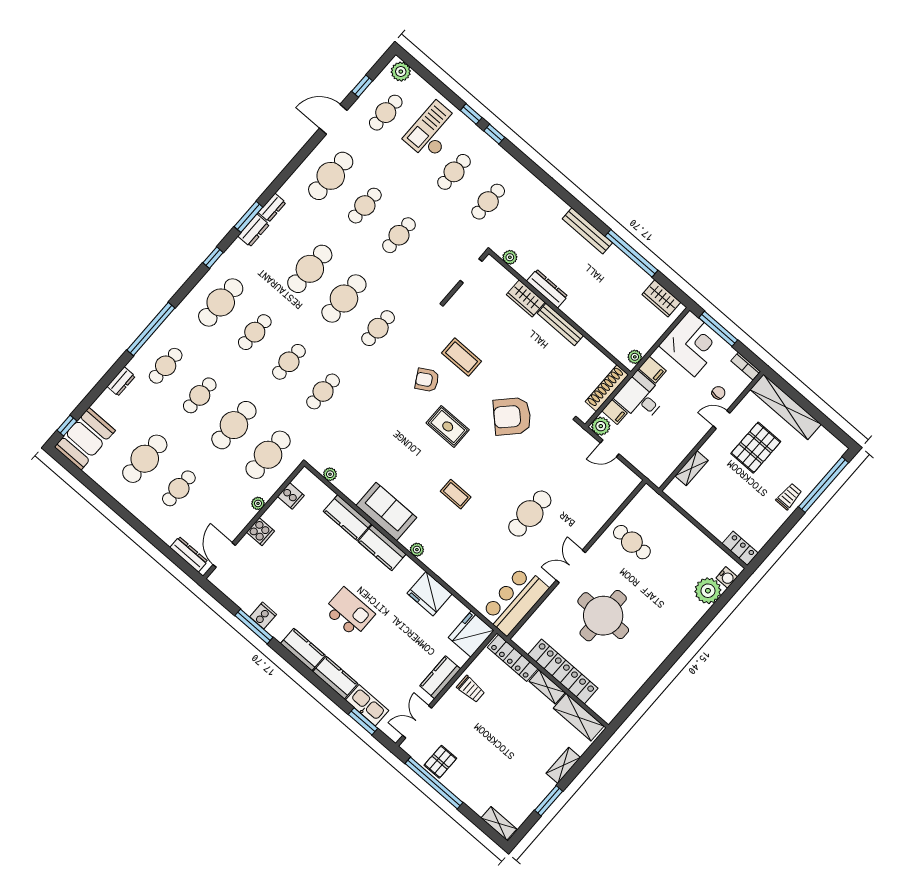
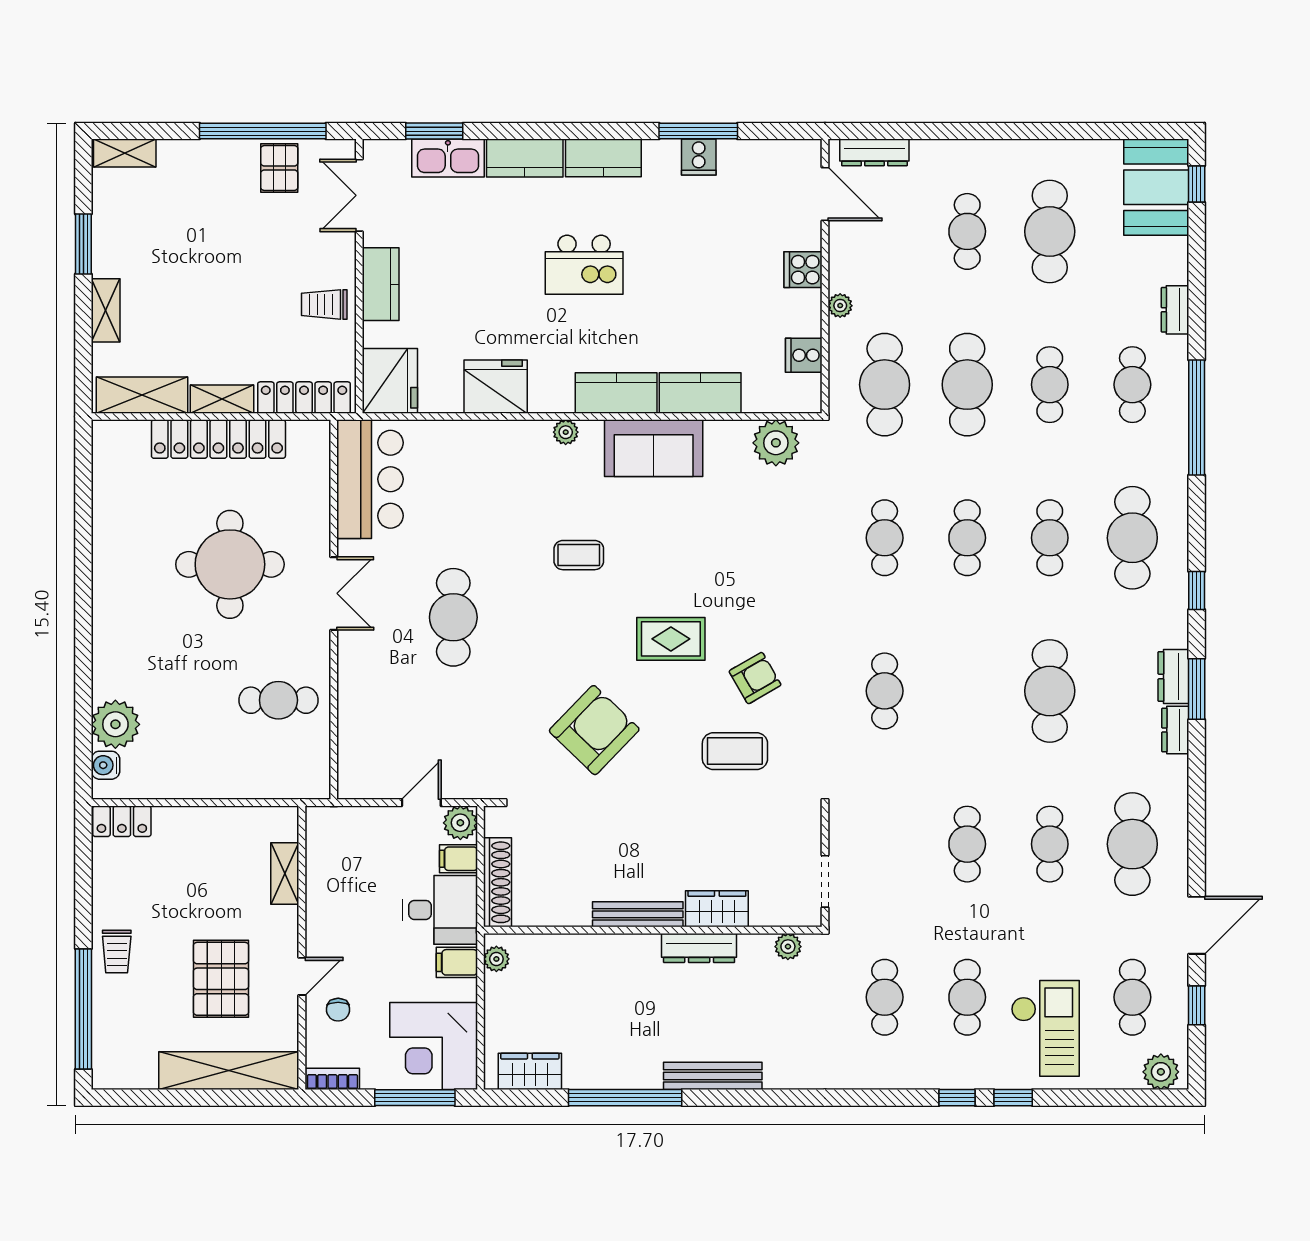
cafe table: (344, 299) -> (967, 691), removed
plant: (330, 474) -> (776, 443), width x1.88, depth x1.88
double door: (417, 722) -> (359, 195), swing flipped

